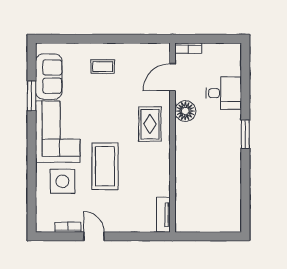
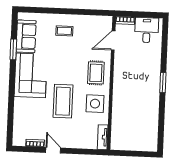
desk: (224, 93) -> (147, 30), moved, turned -90
floor lamp: (185, 111) -> (121, 65), removed
side table: (62, 181) -> (95, 104), moved

